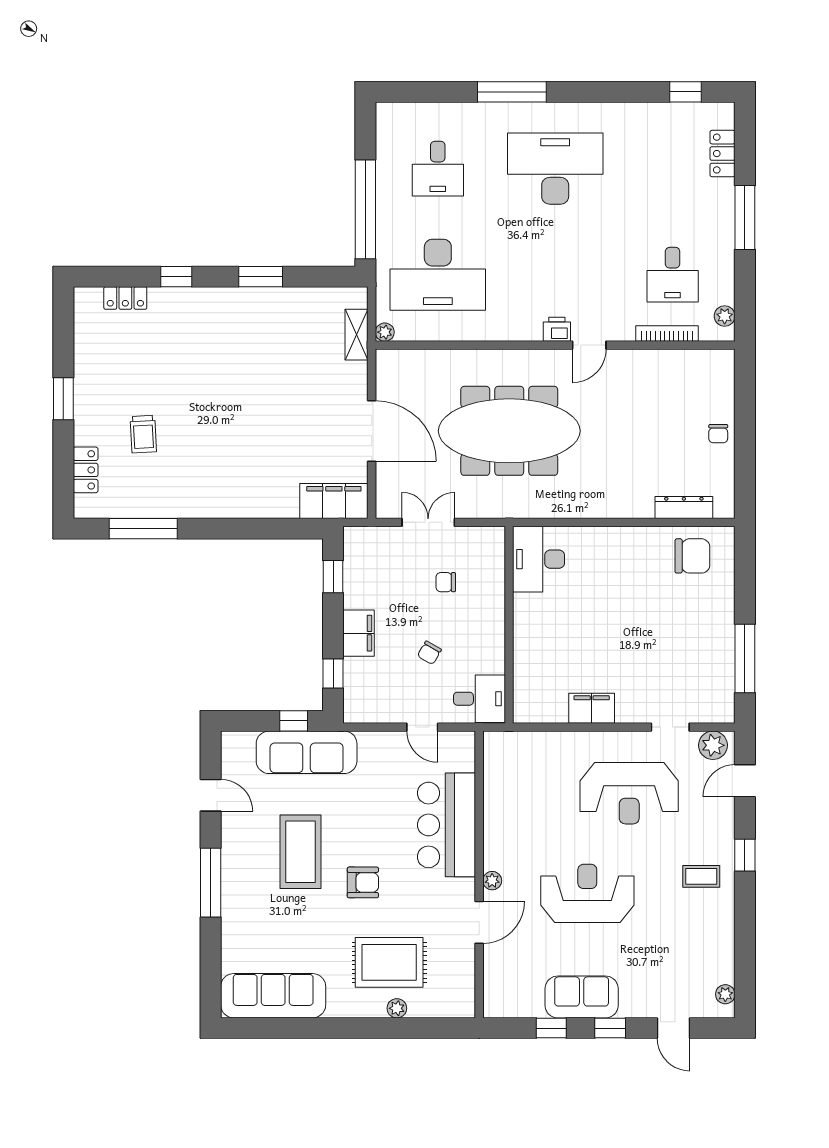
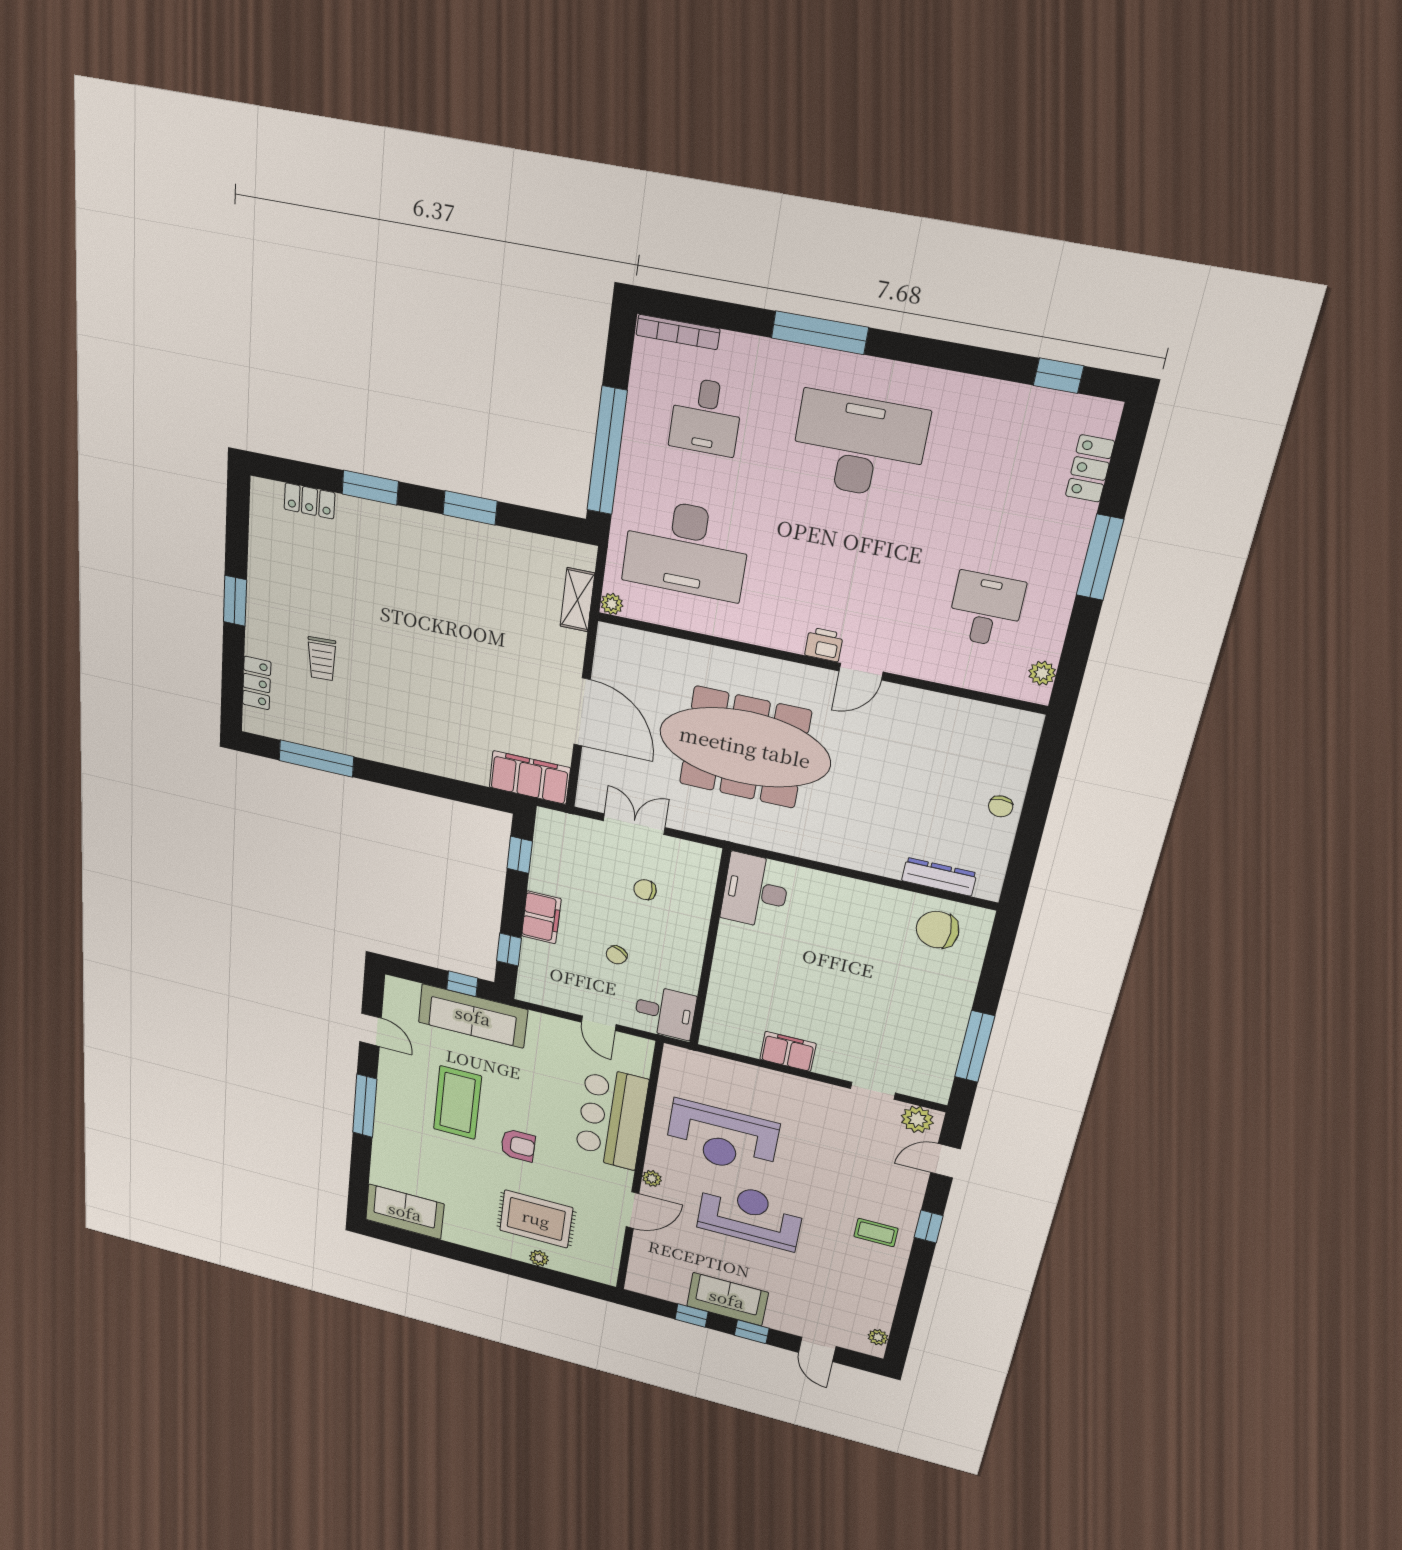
desk: (673, 275) -> (986, 609), turned 180
window: (176, 277) -> (370, 488), width x1.50
bookcase: (667, 334) -> (678, 332), moved, turned 180
chair: (692, 556) -> (938, 930), turned 180
reception desk: (629, 793) -> (722, 1138), moved
sofa: (273, 996) -> (405, 1212), width x0.73

